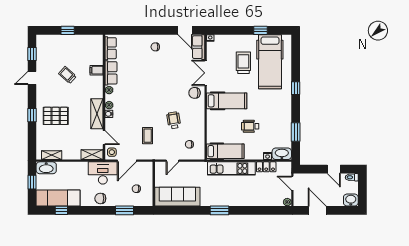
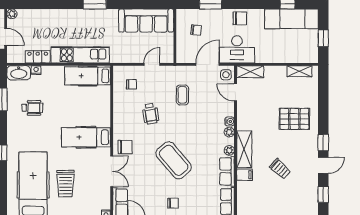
coffee table: (155, 82) -> (174, 160), added
shelving: (97, 114) -> (244, 149), moved
window: (32, 115) -> (323, 143), moved
wheelchair: (250, 126) -> (32, 108), moved
washbasin: (46, 168) -> (306, 56), removed

